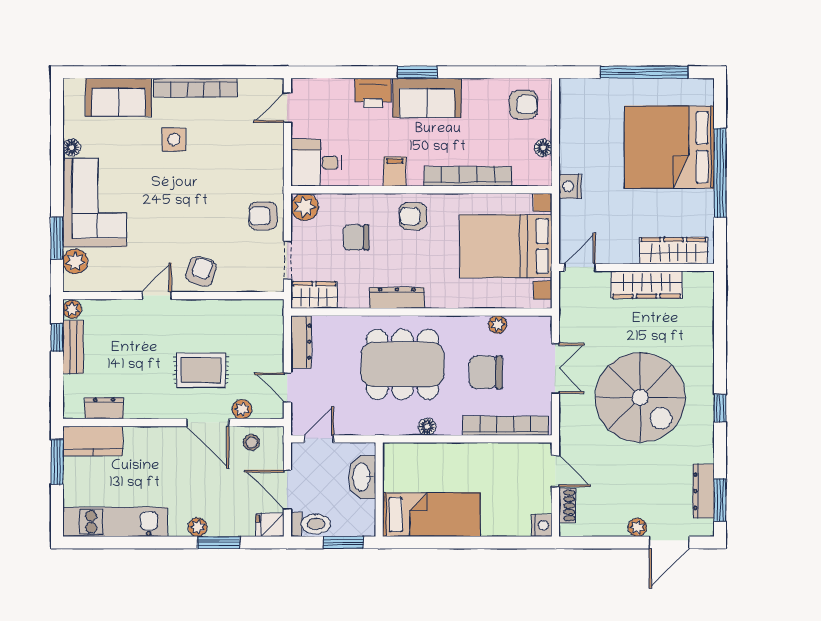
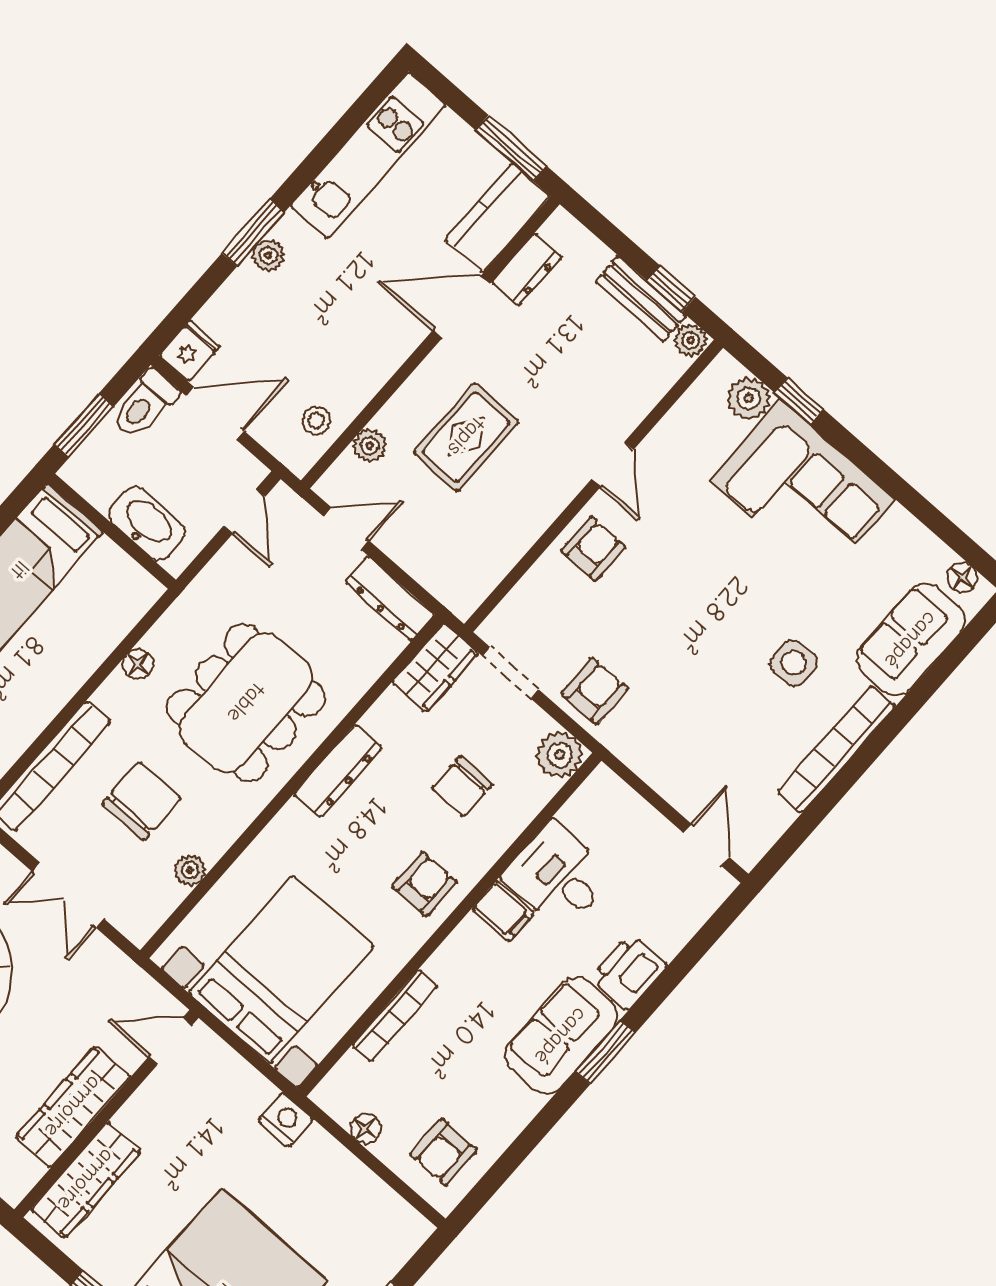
floor lamp: (72, 148) -> (962, 578), moved
desk: (316, 163) -> (558, 876), moved, turned -90
bookcase: (468, 176) -> (395, 1016), width x0.68, depth x0.76
chair: (356, 237) -> (462, 787), turned 180
window: (57, 238) -> (799, 401), width x0.67
door: (580, 267) -> (170, 1041), swing flipped
armchair: (201, 272) -> (593, 549), turned -109
door: (208, 423) -> (461, 307), moved
window: (218, 542) -> (253, 233), moved

